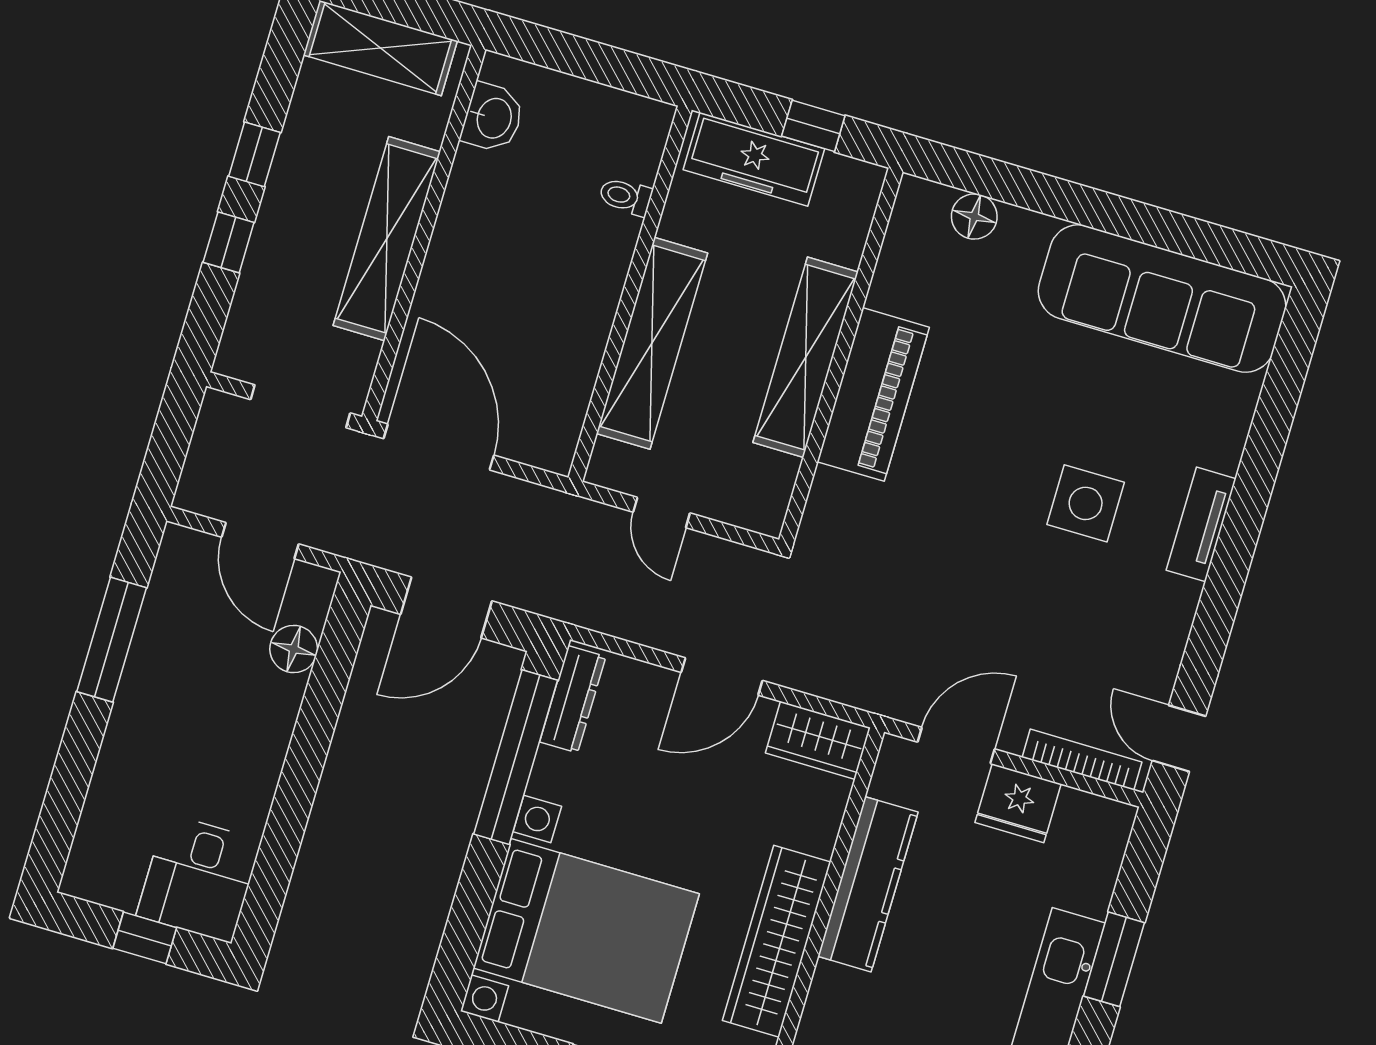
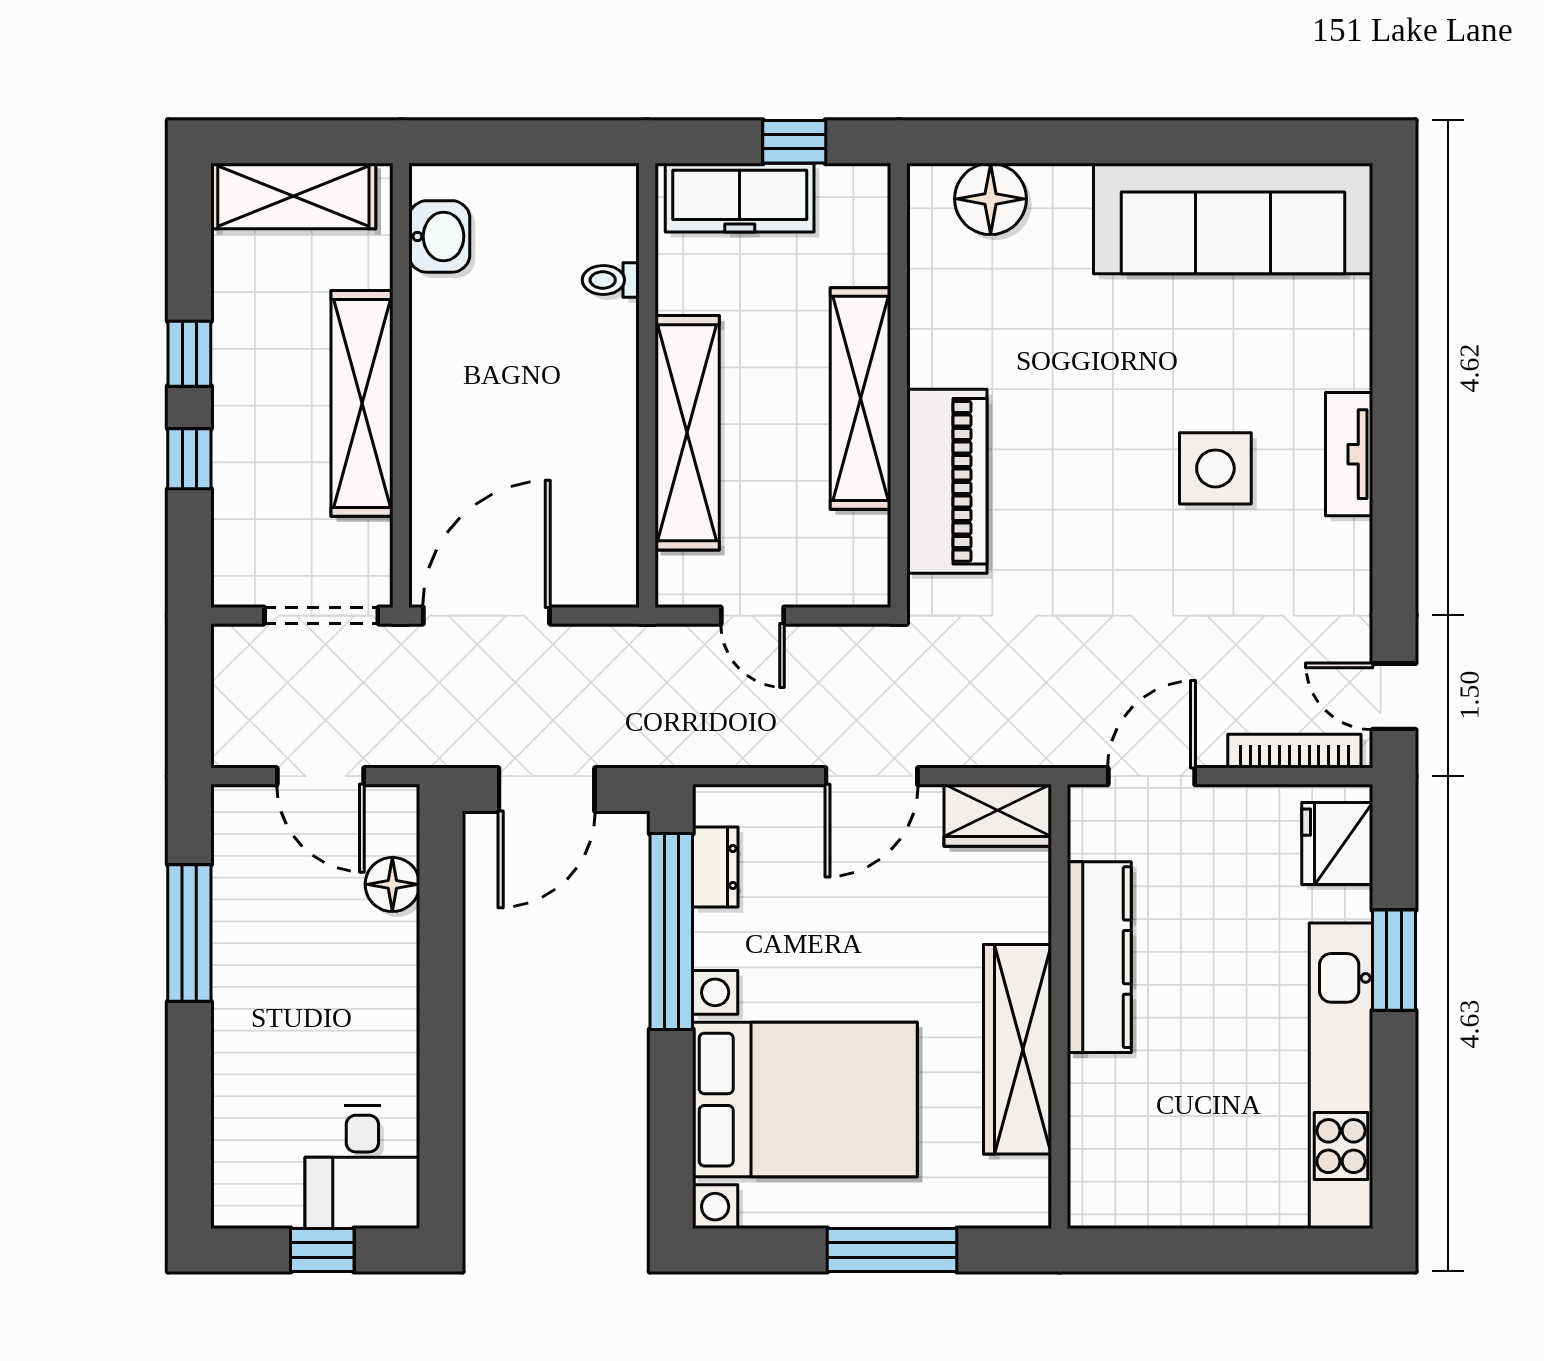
floor lamp: (974, 216) -> (991, 199), width x1.38, depth x1.38
piano: (873, 394) -> (947, 481), moved
door: (439, 447) -> (486, 616), hinge flipped
dresser: (573, 699) -> (715, 867), width x0.70
fridge: (1018, 803) -> (1337, 843), moved, turned 90

